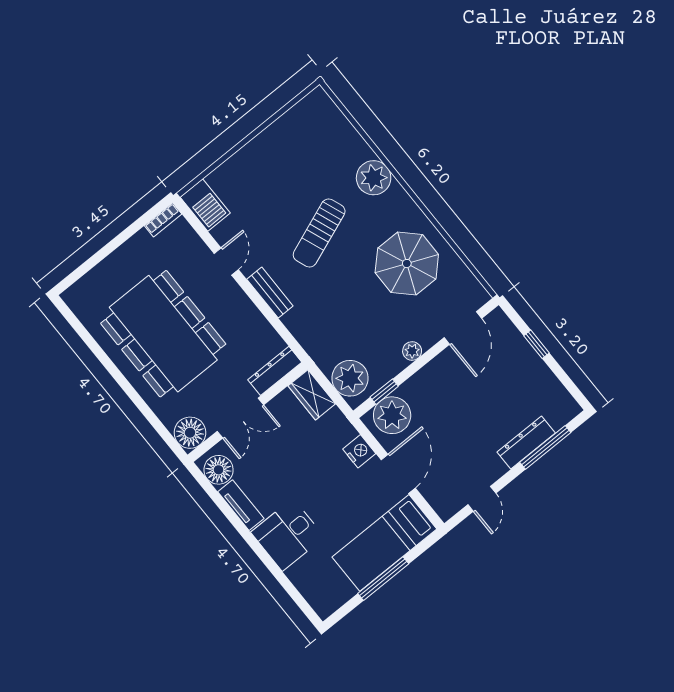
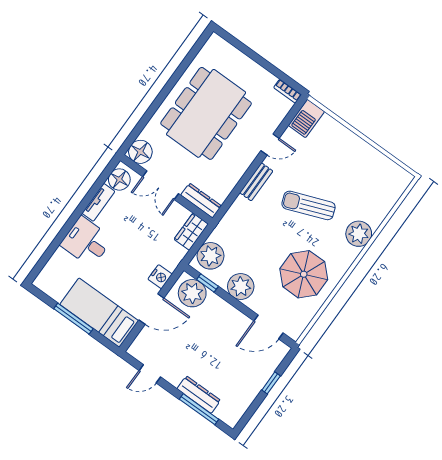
plant: (412, 351) -> (241, 287), width x1.88, depth x1.88

